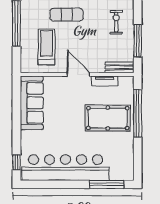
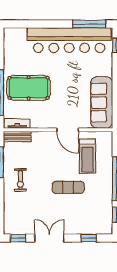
door: (78, 74) -> (68, 130), moved
tv unit: (104, 81) -> (17, 124), moved
window: (107, 184) -> (89, 24), moved

